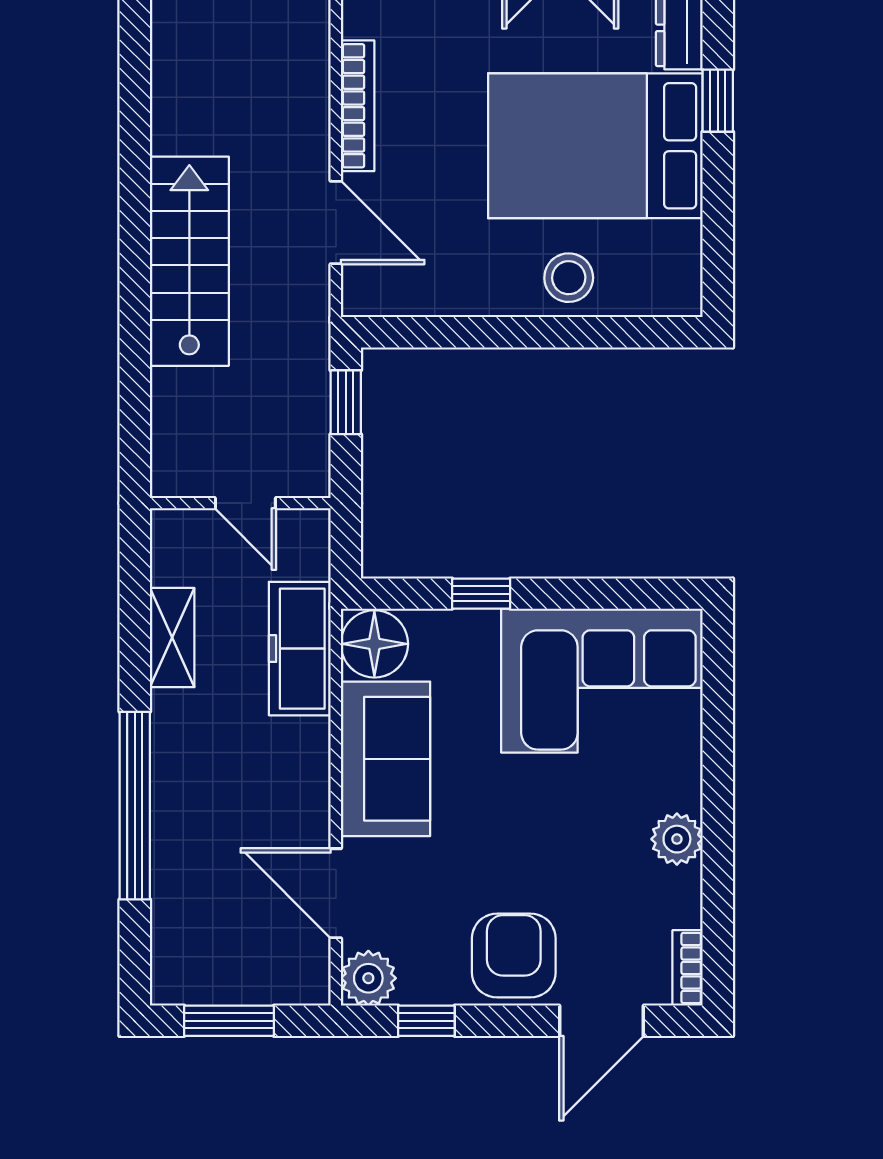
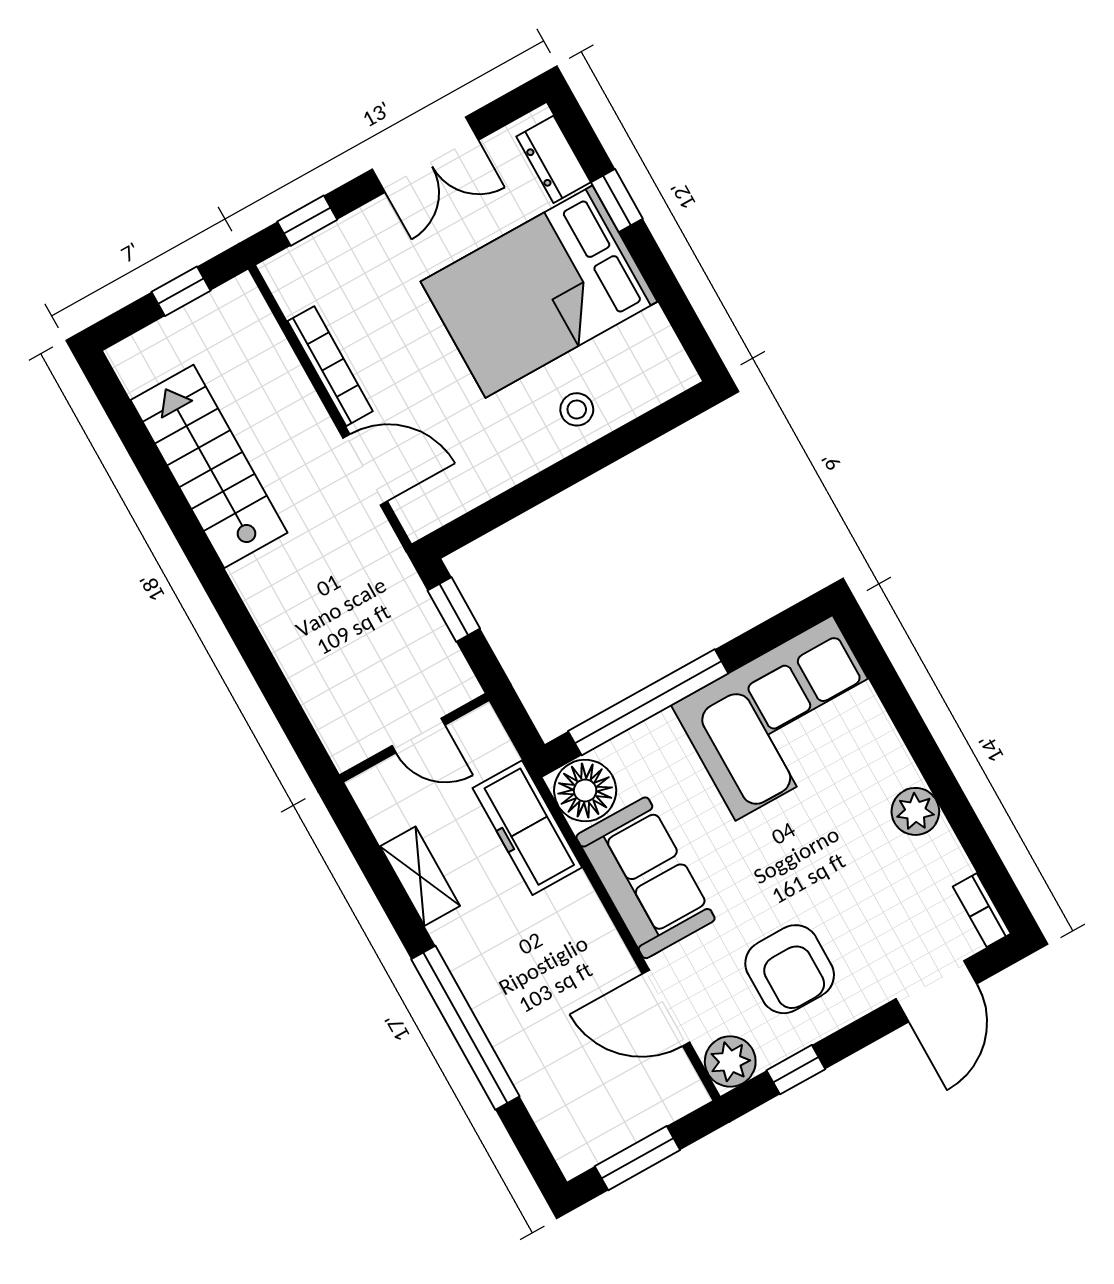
stairs: (189, 261) -> (209, 466), moved
stool: (569, 278) -> (577, 409), width x0.73, depth x0.73
window: (481, 594) -> (648, 702), width x3.17
armchair: (514, 955) -> (790, 969), moved, turned 180

